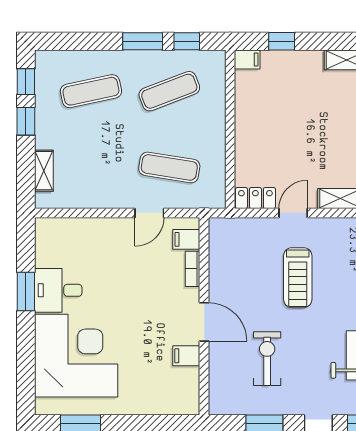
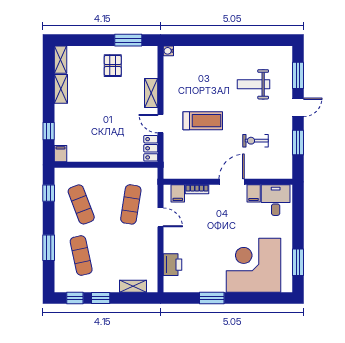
window: (143, 41) -> (49, 248), moved
printer: (77, 231) -> (172, 265), added
desk: (58, 290) -> (276, 200), moved, turned 180
exercise bike: (267, 359) -> (255, 141), width x0.73, depth x0.72

